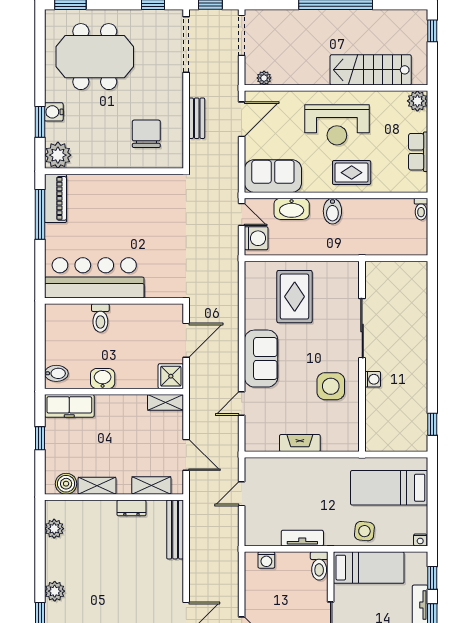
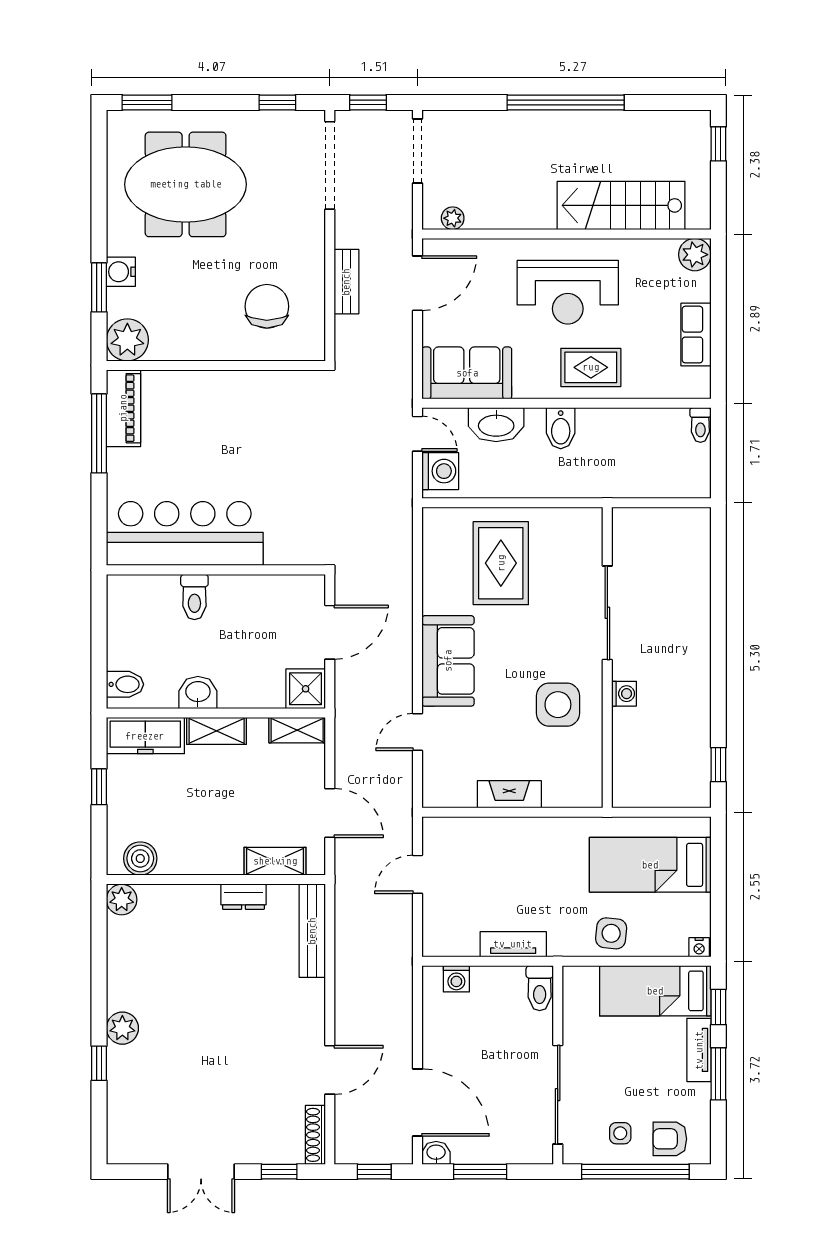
shelving: (97, 486) -> (217, 731), moved
plant: (54, 529) -> (122, 900), moved
bed: (369, 568) -> (655, 991), moved, turned 180

